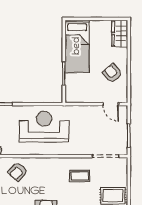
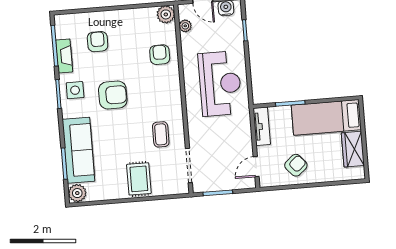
wardrobe: (120, 34) -> (353, 149), moved, turned -90
tv unit: (80, 97) -> (262, 126), added
armchair: (18, 172) -> (160, 55), turned 47

